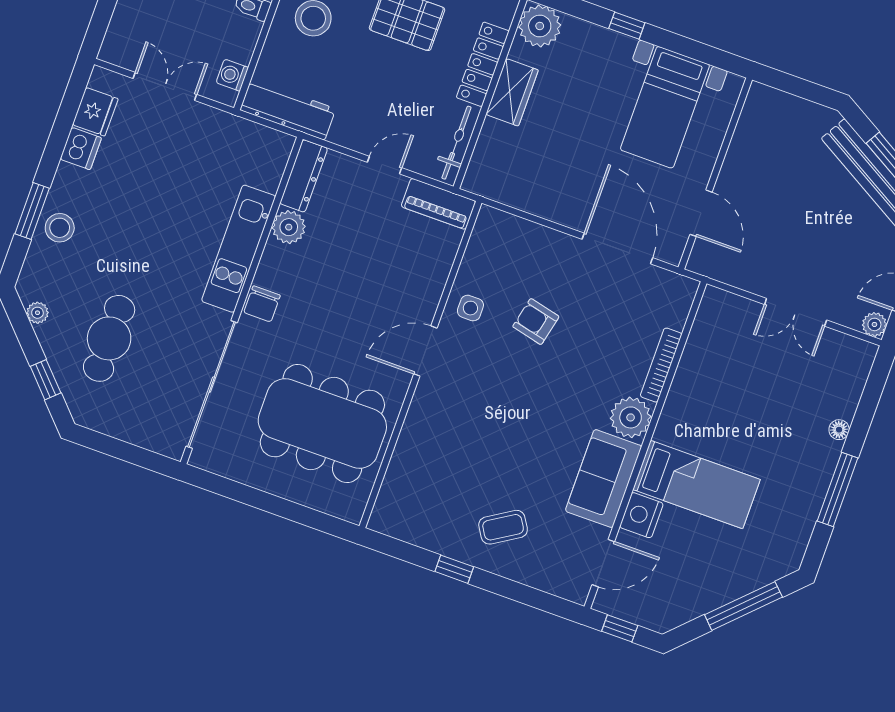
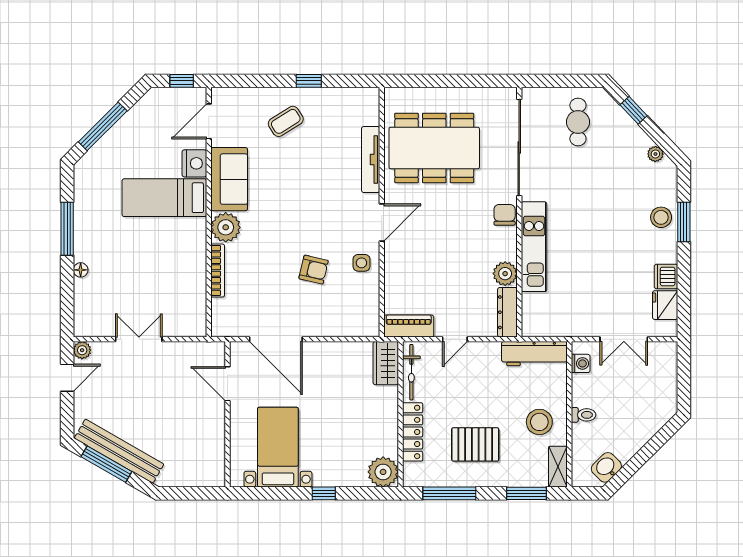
wardrobe: (512, 92) -> (386, 363), moved
cafe table: (109, 338) -> (578, 122), moved, width x0.73, depth x0.74
tv unit: (410, 438) -> (371, 160), added

